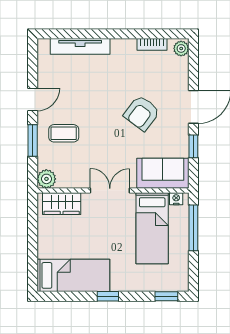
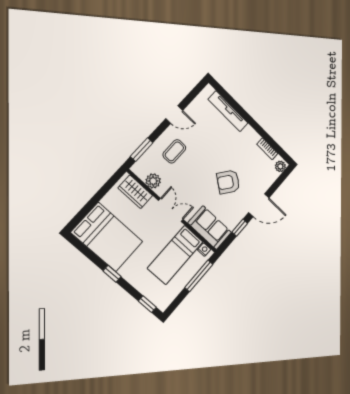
coffee table: (64, 133) -> (174, 151), turned 90
window: (33, 140) -> (142, 150), moved
plant: (46, 179) -> (153, 181), moved
bed: (73, 275) -> (107, 237), width x1.50

